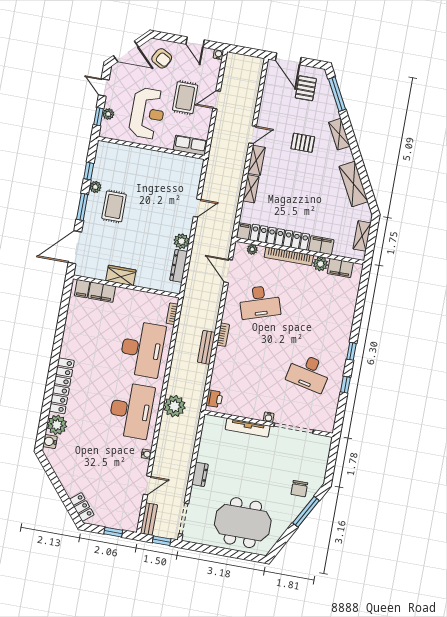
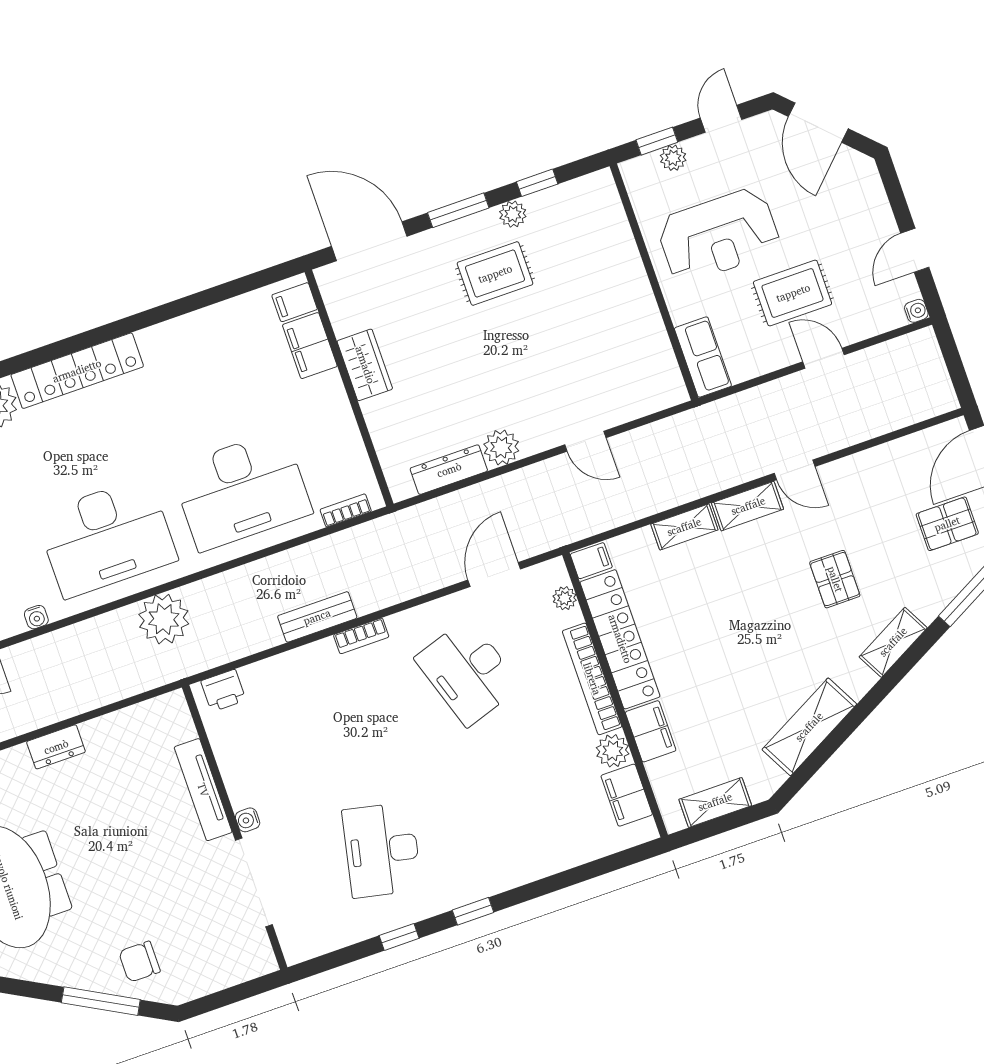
armchair: (162, 58) -> (845, 202), removed

